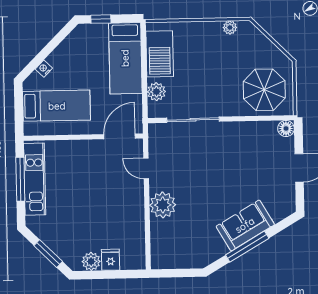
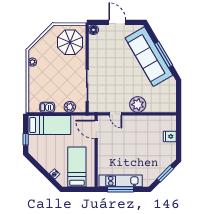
barbecue: (160, 54) -> (47, 107), width x0.53, depth x0.65
door: (146, 168) -> (116, 114), hinge flipped
sofa: (245, 225) -> (149, 57), width x1.85, depth x1.27
plant: (91, 261) -> (171, 148), removed

